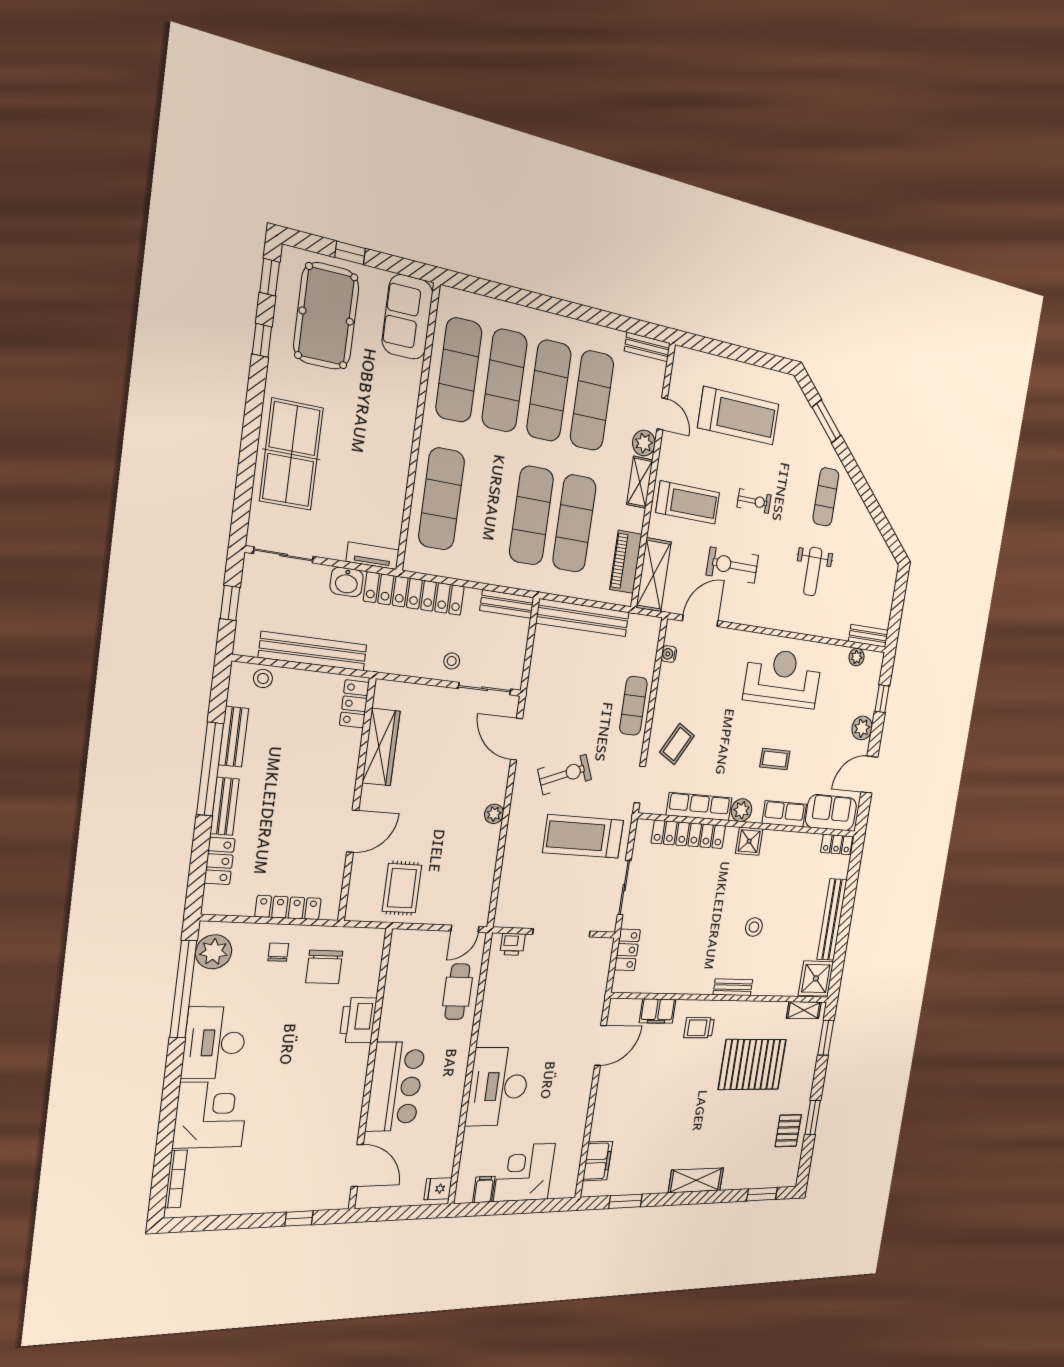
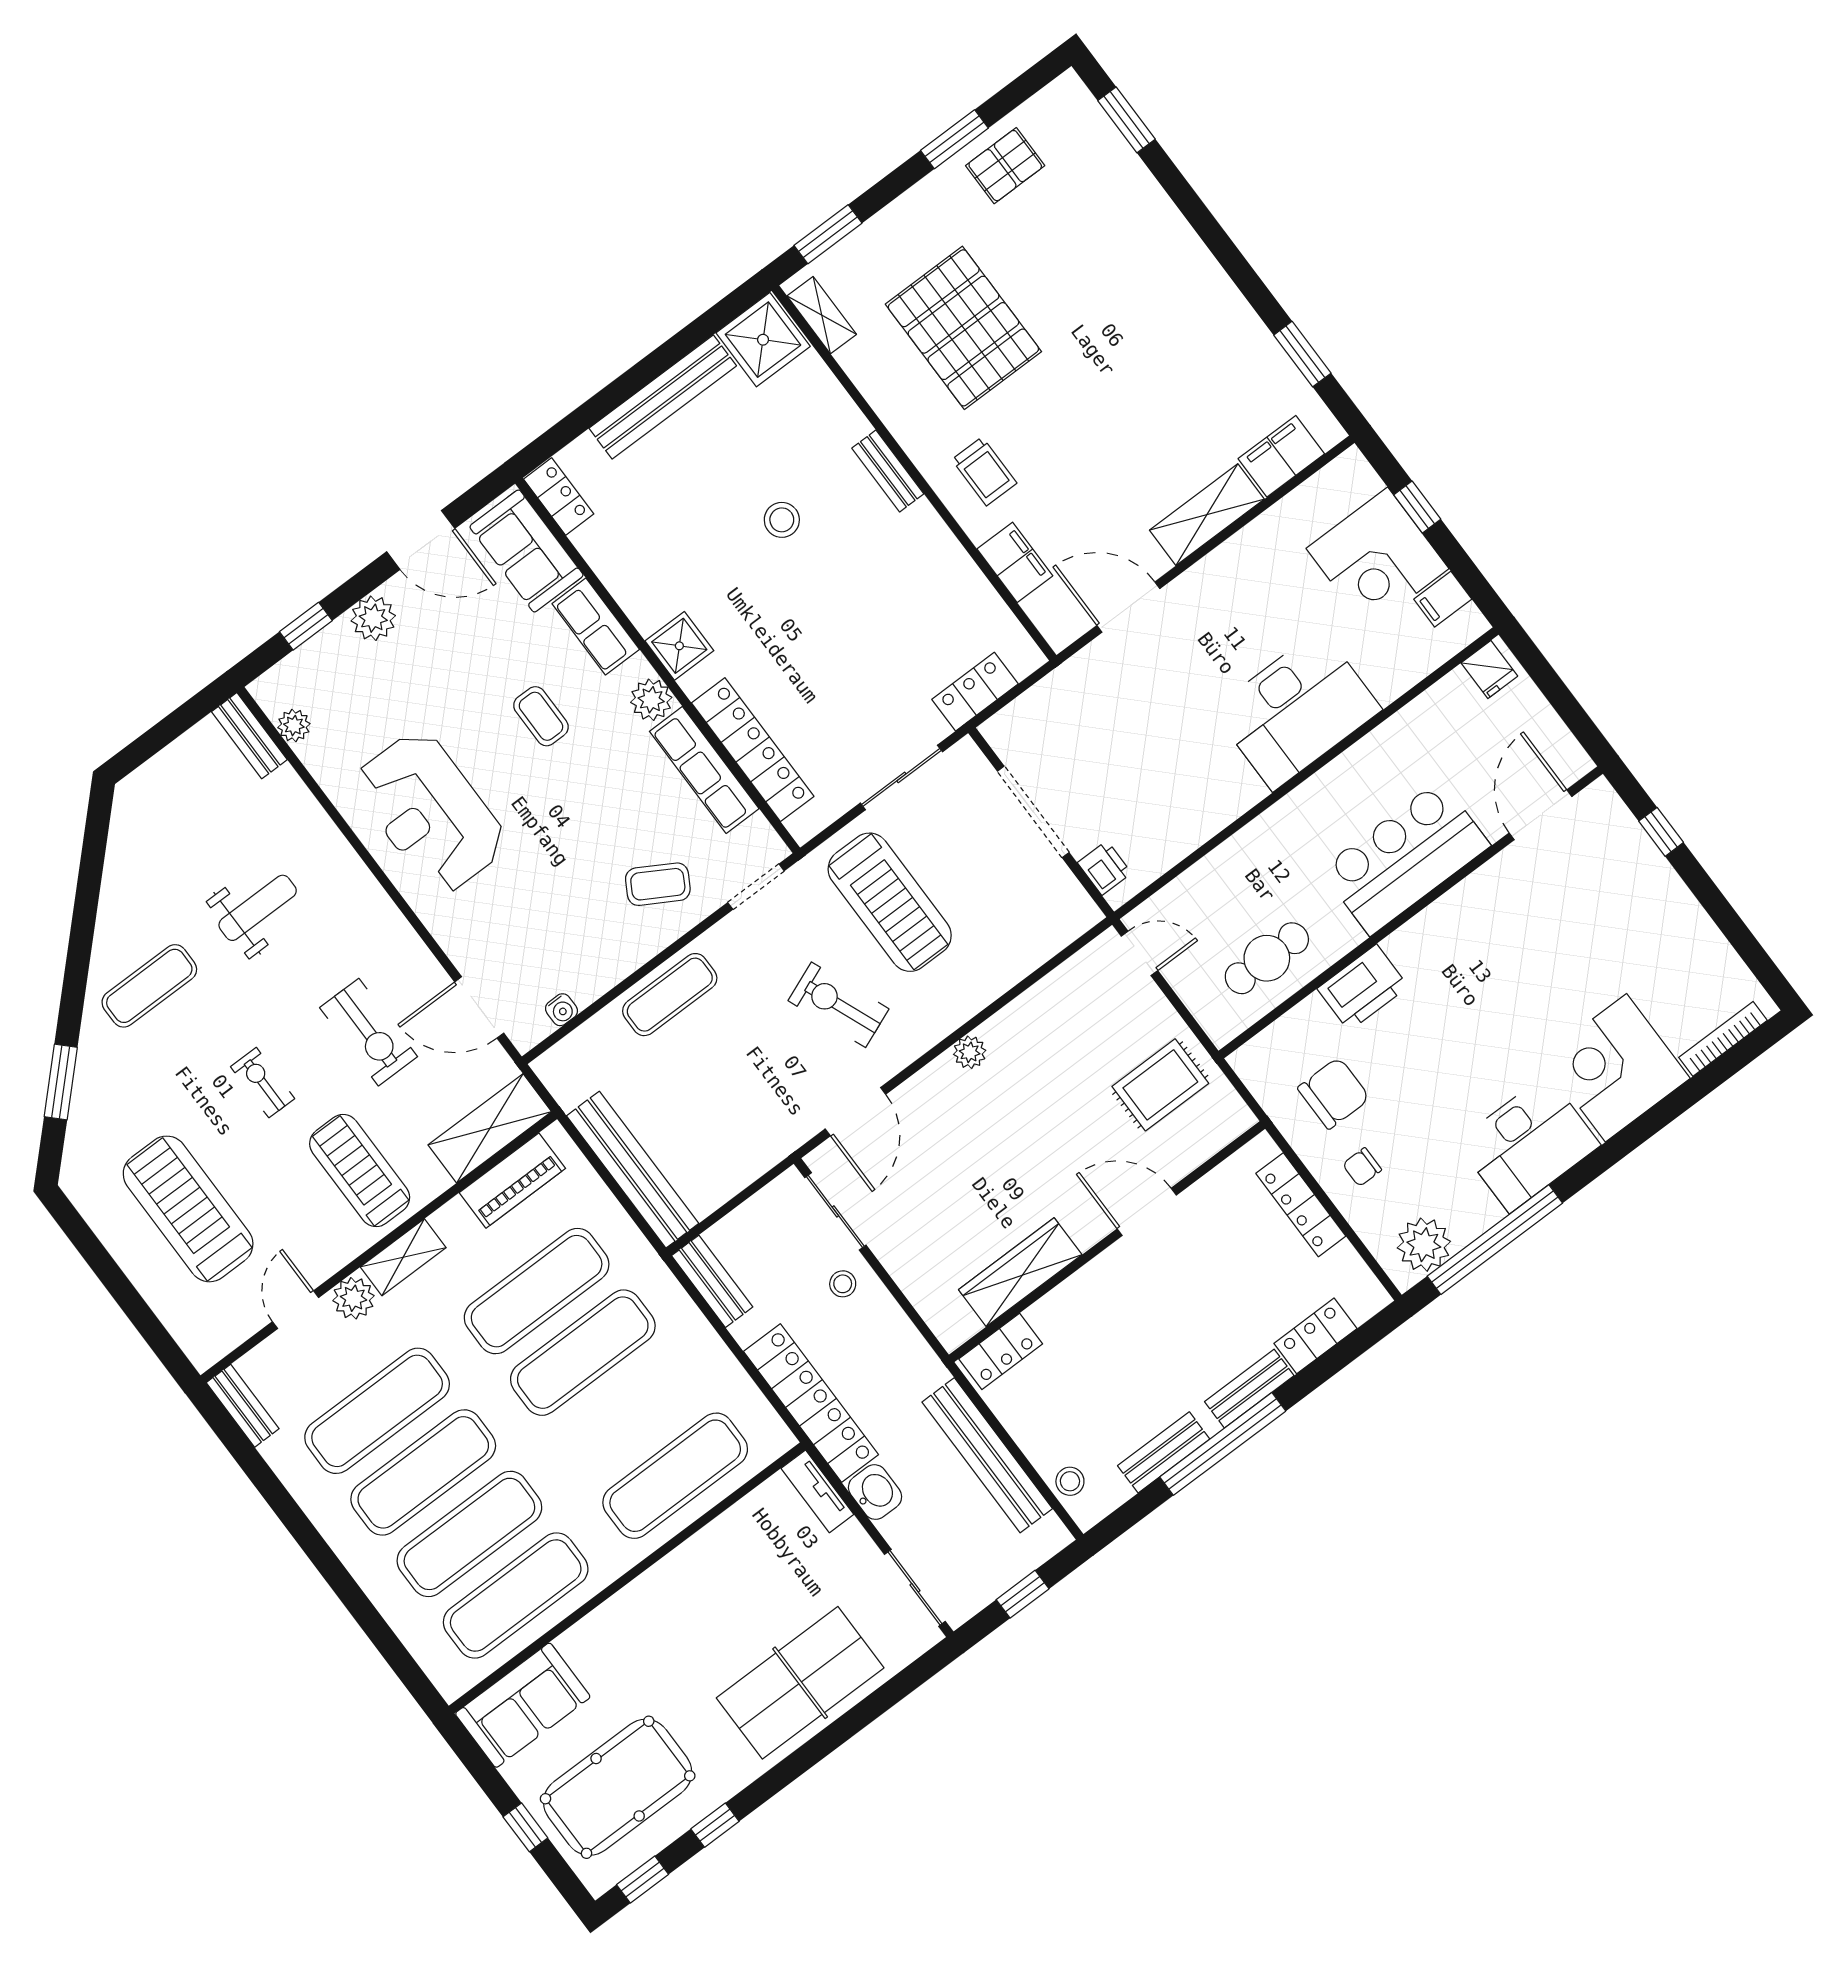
cafe table: (457, 992) -> (1267, 958), moved
shelving: (696, 1180) -> (1207, 515), moved, turned 90
window: (529, 1206) -> (1417, 507), added

